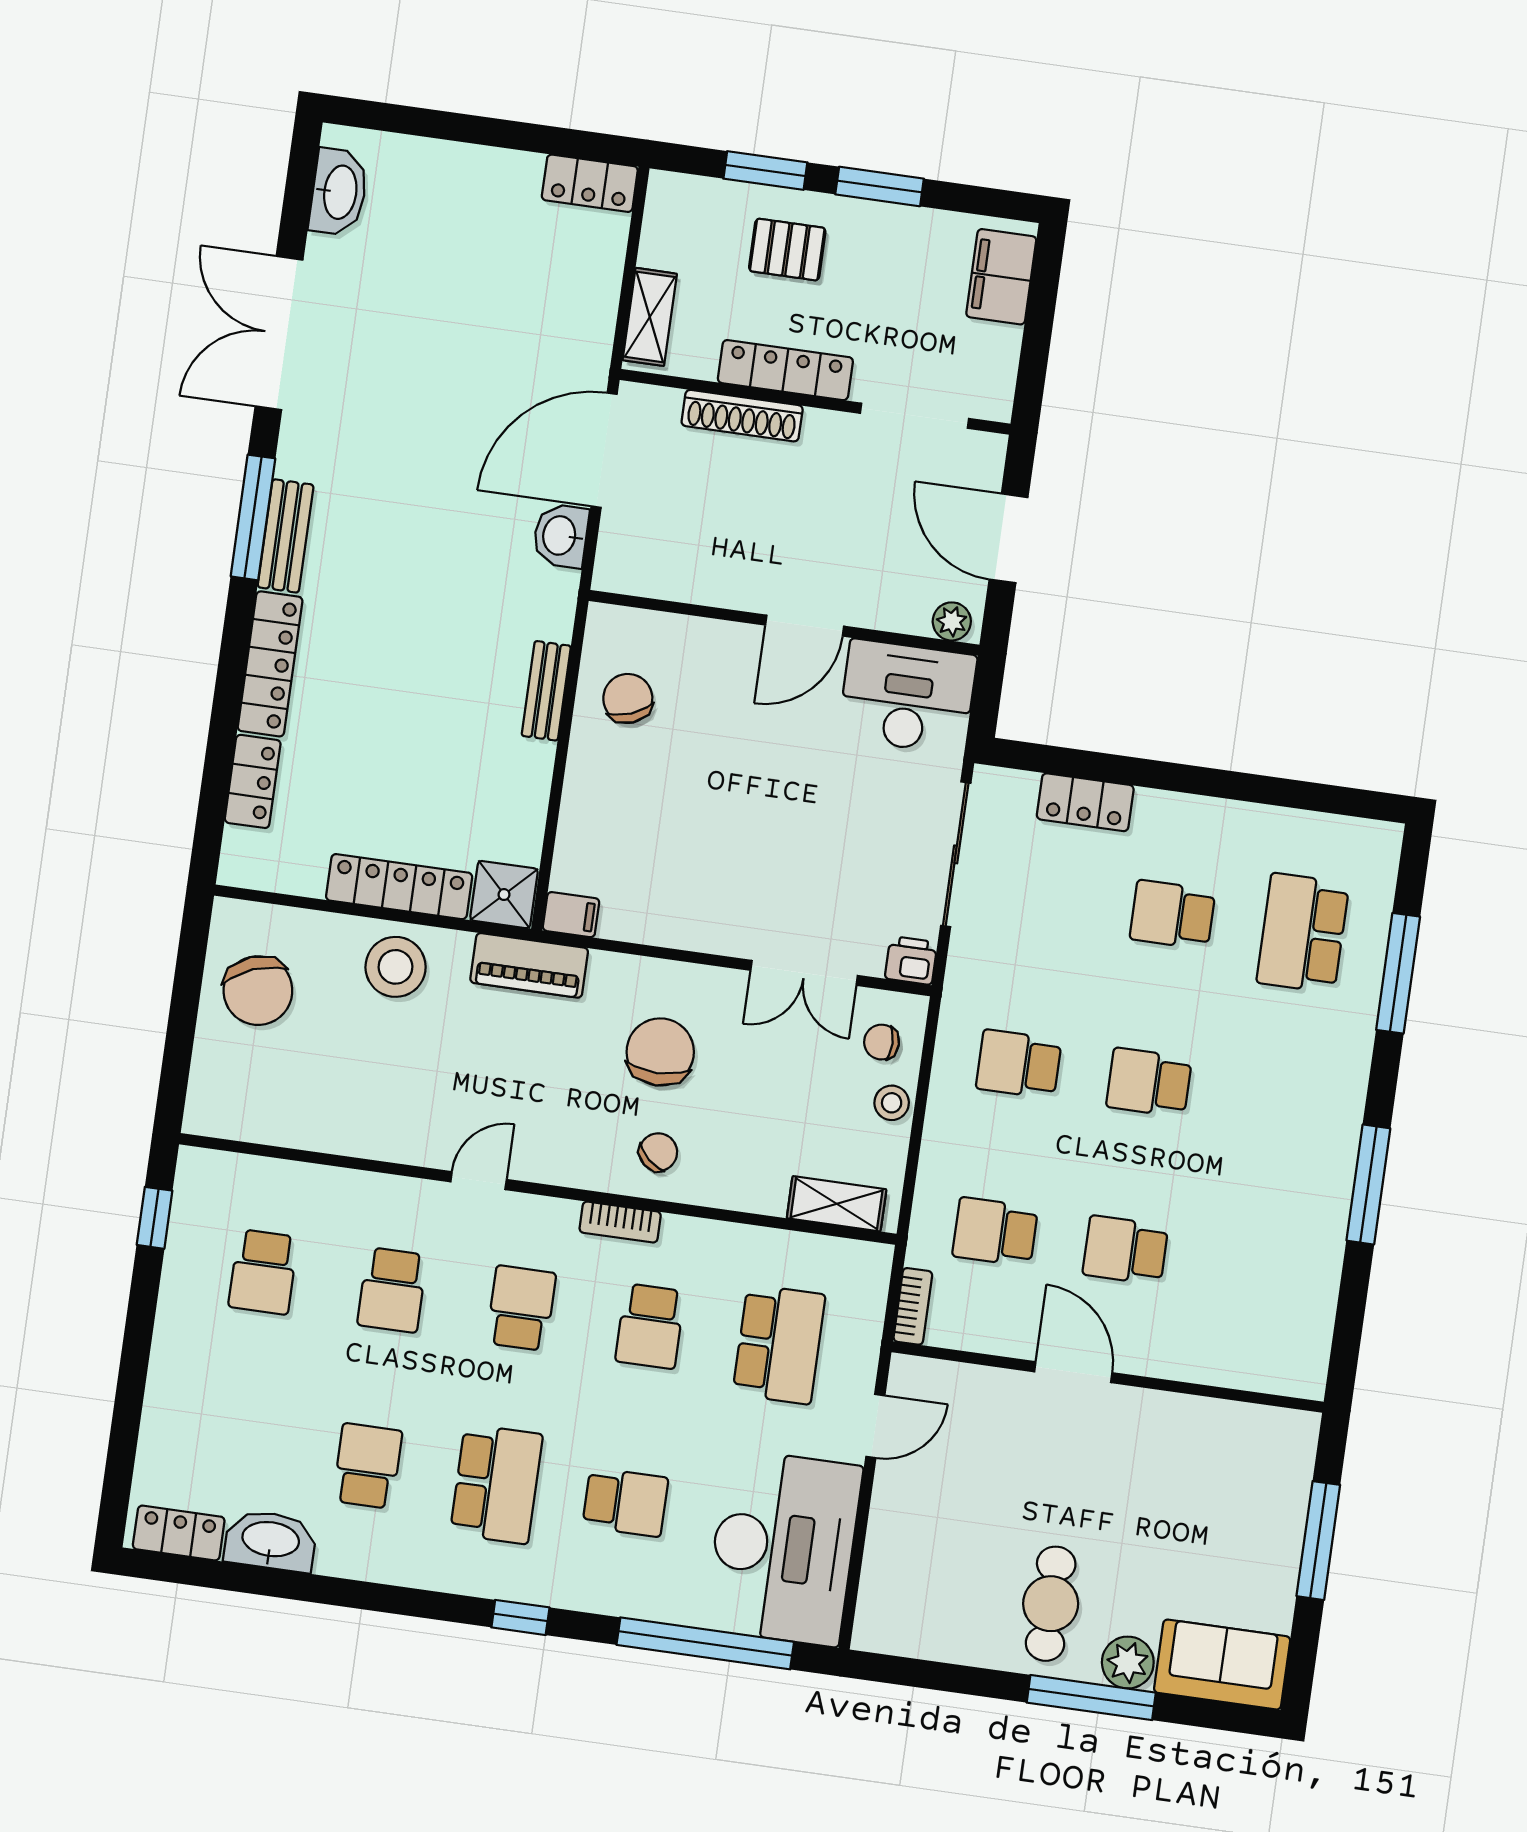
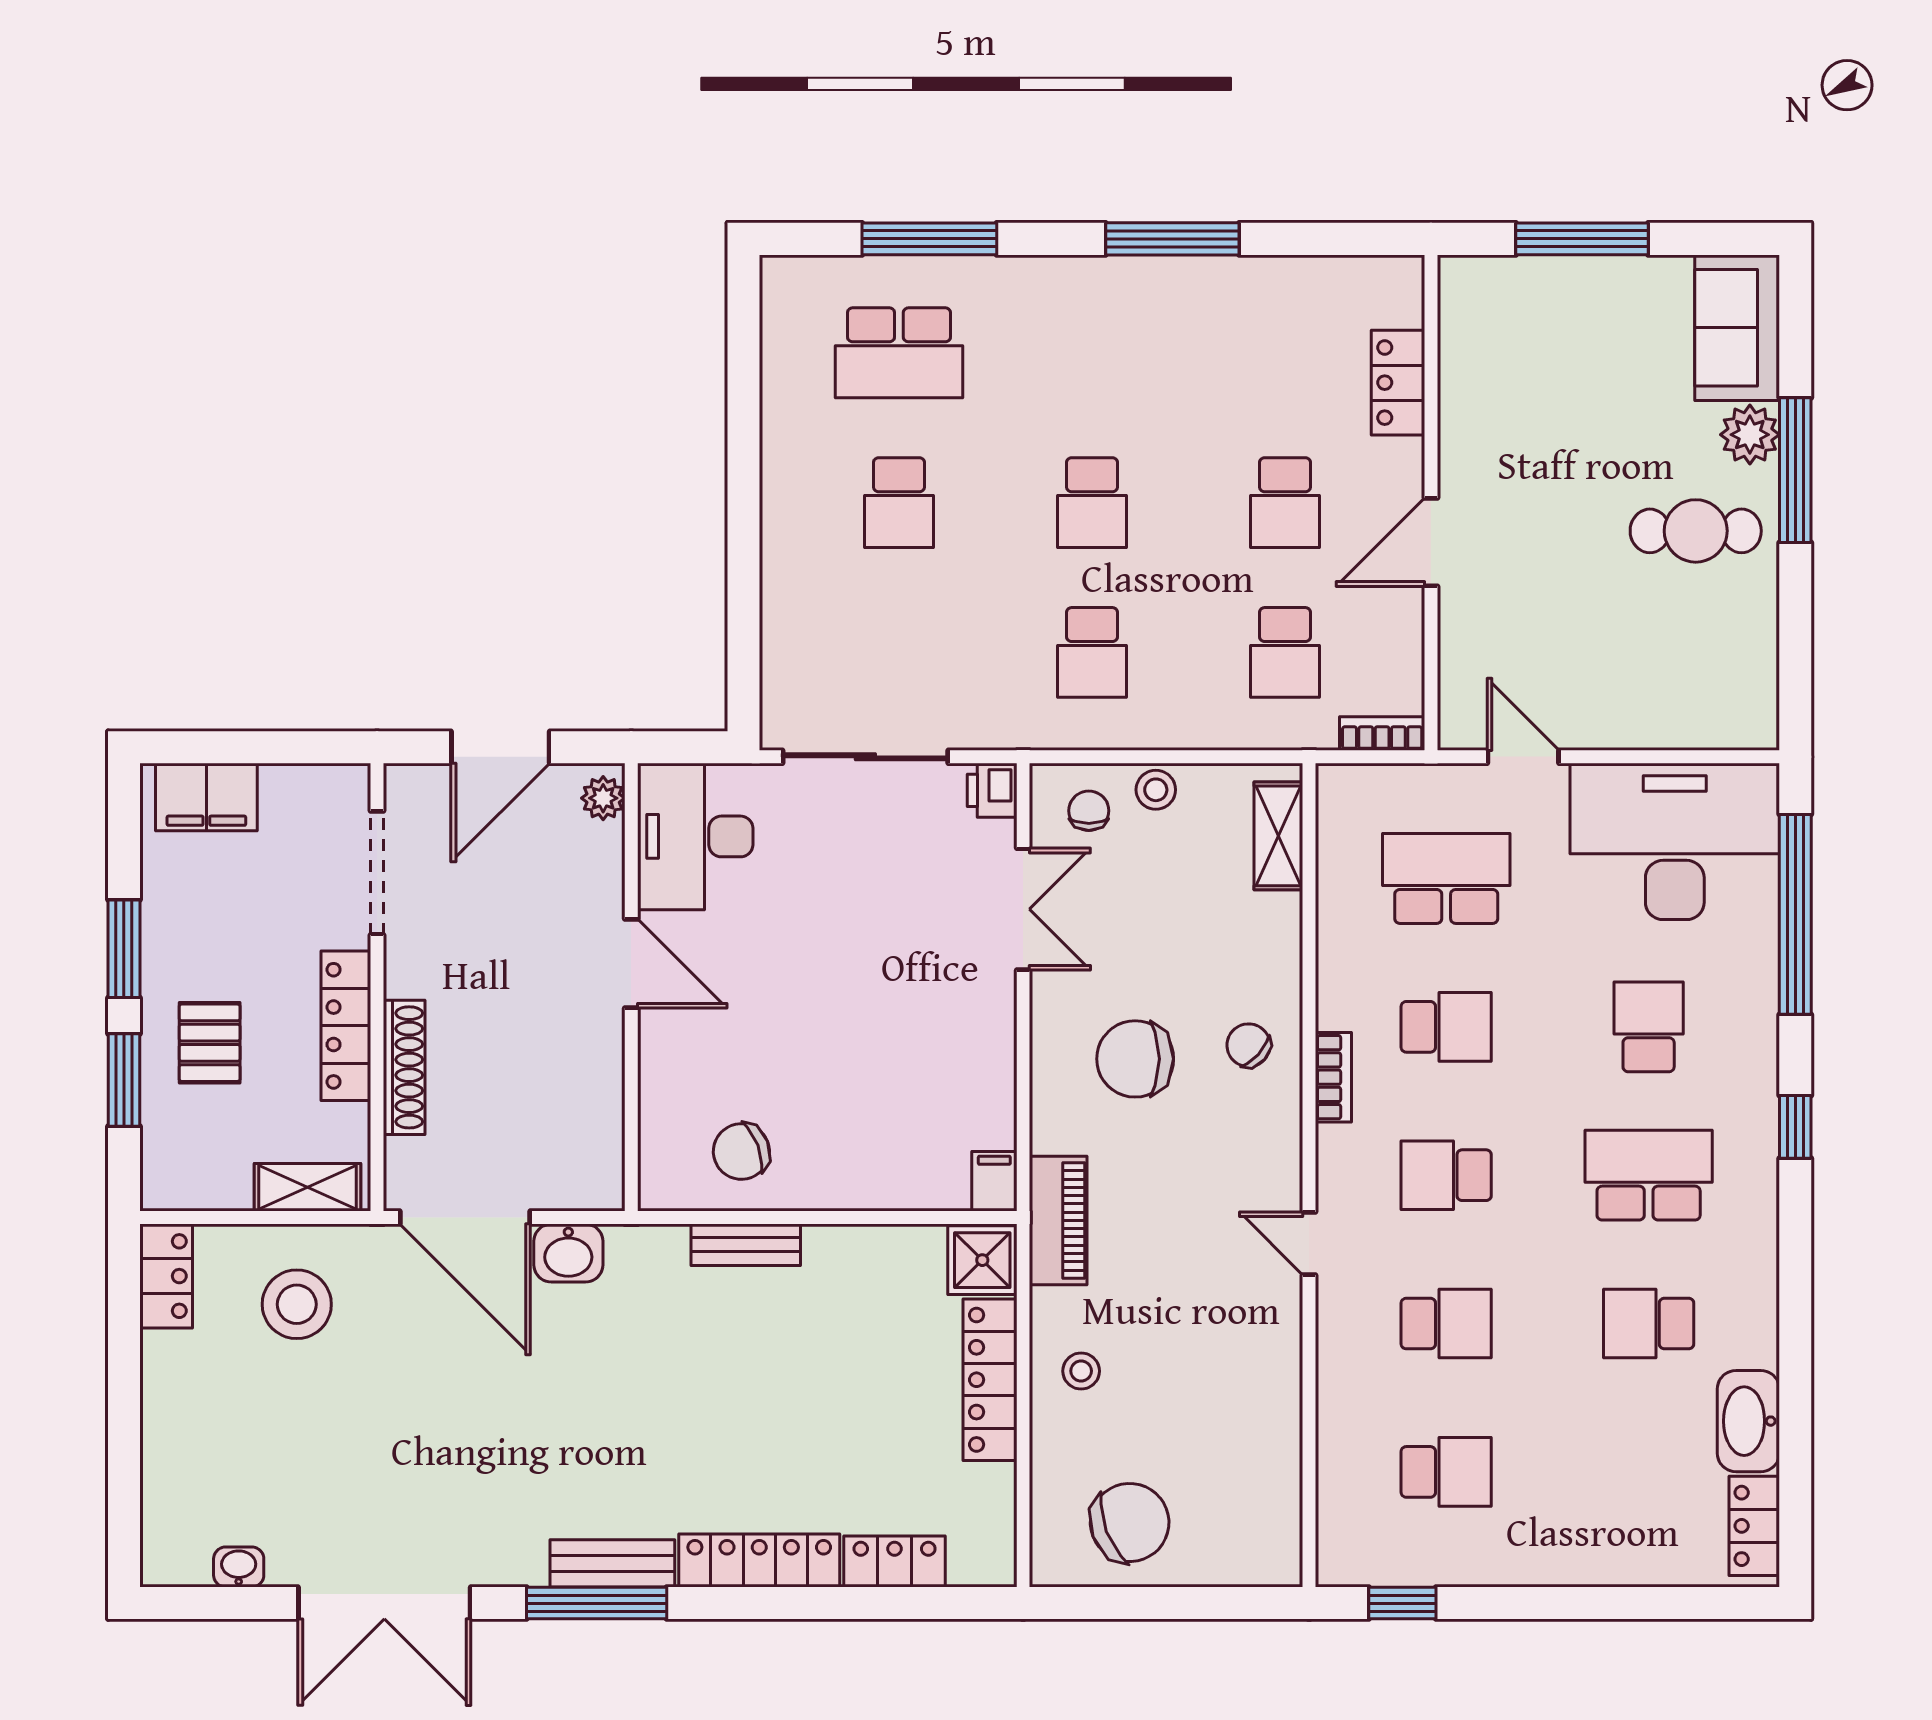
washbasin: (339, 192) -> (239, 1567), width x0.52, depth x0.69
stool: (549, 293) -> (297, 1304), added
locker: (1085, 802) -> (1398, 383), moved, turned 180
stool: (396, 967) -> (1081, 1371), width x0.53, depth x0.53
chair: (882, 1042) -> (1089, 811), turned 180

